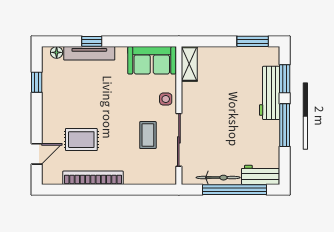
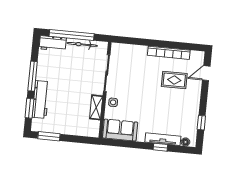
shelving: (189, 64) -> (96, 107), moved
coffee table: (148, 135) -> (128, 79), removed

